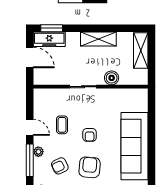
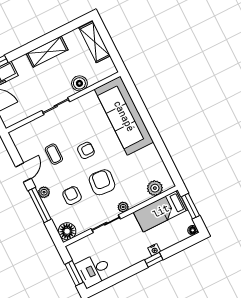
door: (30, 127) -> (23, 173), hinge flipped
armchair: (90, 135) -> (86, 150), turned -90
sofa: (135, 146) -> (124, 116), moved
armchair: (60, 166) -> (72, 196), turned 115

